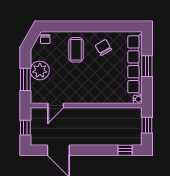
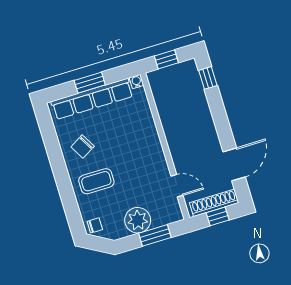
shoe rack: (36, 128) -> (214, 203), added

